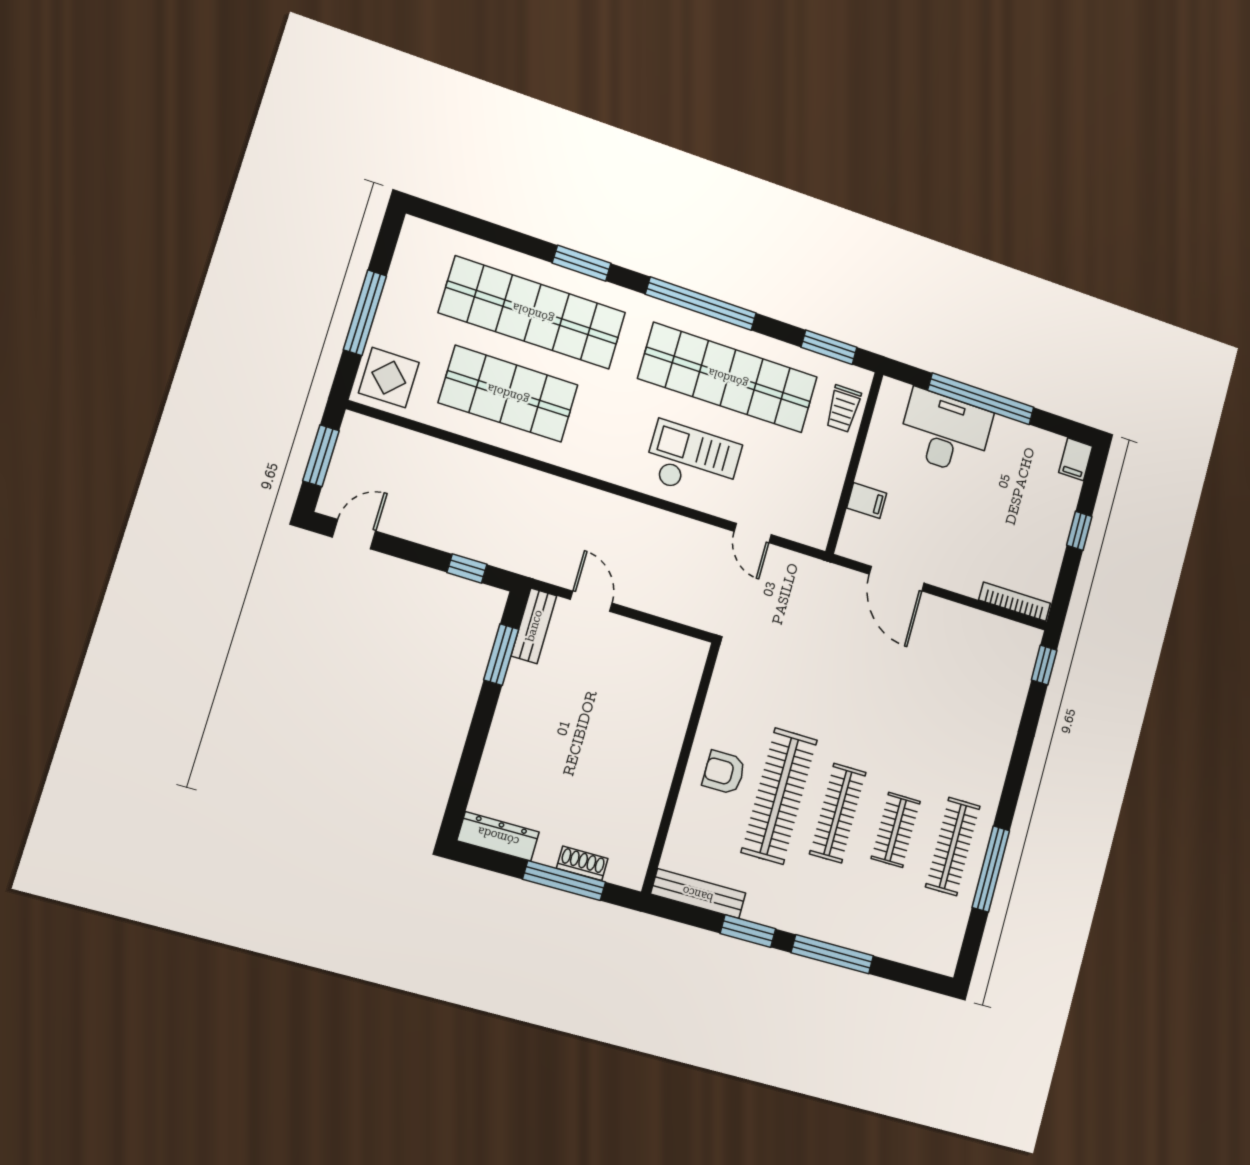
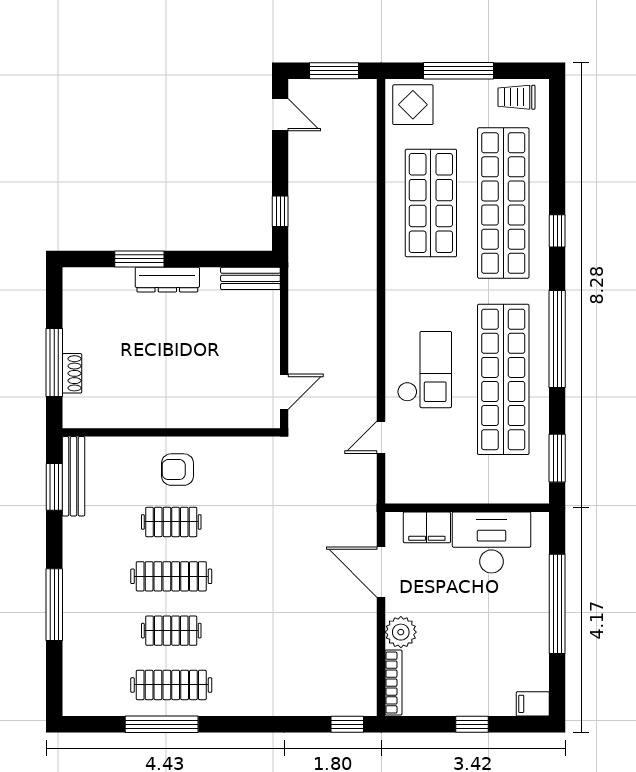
window: (582, 263) -> (557, 231), width x0.67
trolley: (843, 409) -> (516, 97), moved
desk: (945, 432) -> (492, 542), moved, turned -90
filing cabinet: (867, 501) -> (427, 527), width x2.00
plant: (965, 577) -> (401, 632), added
door: (897, 579) -> (381, 572), hinge flipped
door: (591, 601) -> (284, 392), moved
window: (501, 655) -> (139, 259), moved
armchair: (724, 772) -> (178, 470), turned -90
clothes rail: (779, 796) -> (171, 522), width x0.54, depth x0.76
dresser: (498, 836) -> (167, 280), moved, turned 90
window: (748, 931) -> (54, 487), moved

